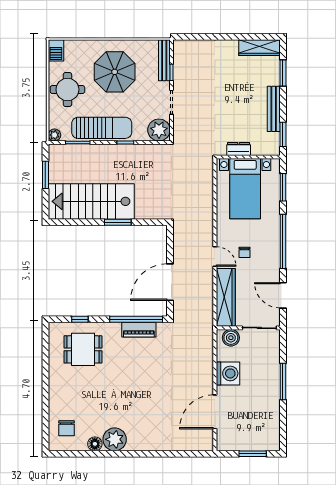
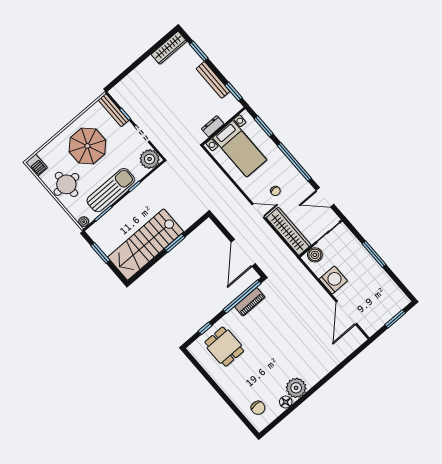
dining table: (83, 349) -> (224, 347), turned 90

